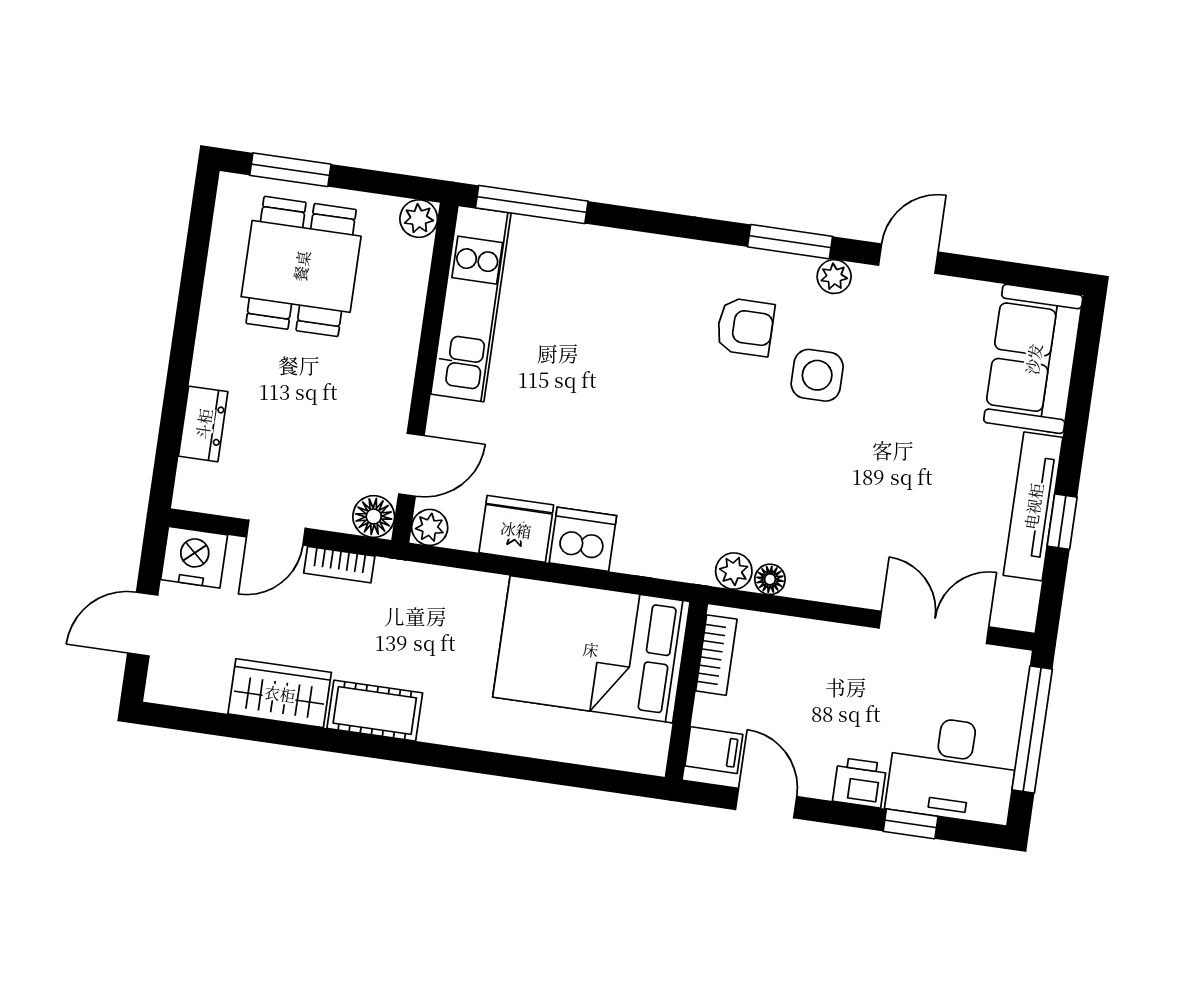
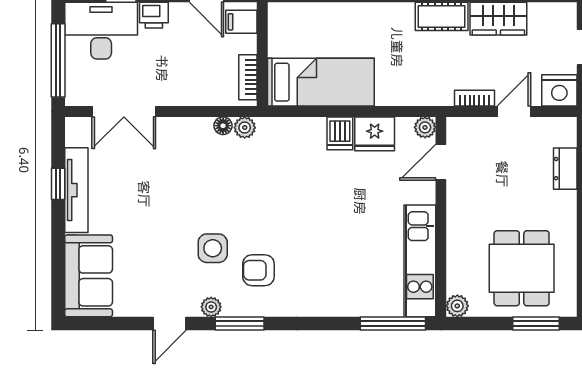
floor lamp: (374, 516) -> (458, 129), removed
dishwasher: (583, 539) -> (340, 133), width x0.73
bed: (591, 649) -> (321, 82), width x0.67

